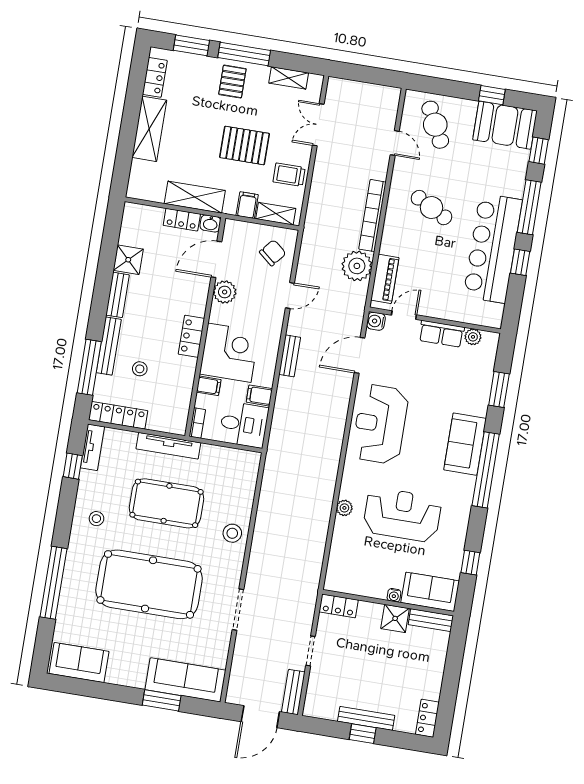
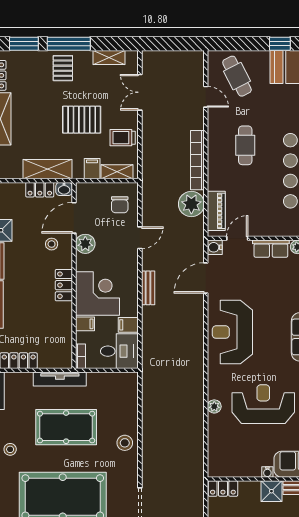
cafe table: (431, 208) -> (245, 145), turned 62
chair: (273, 253) -> (120, 205), turned 140
stool: (140, 369) -> (52, 244), moved

